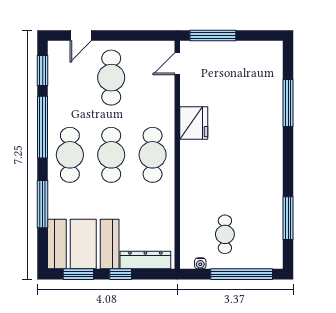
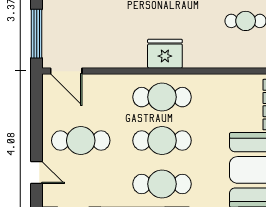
door: (177, 64) -> (66, 71), width x1.38
fridge: (194, 123) -> (165, 54), moved

